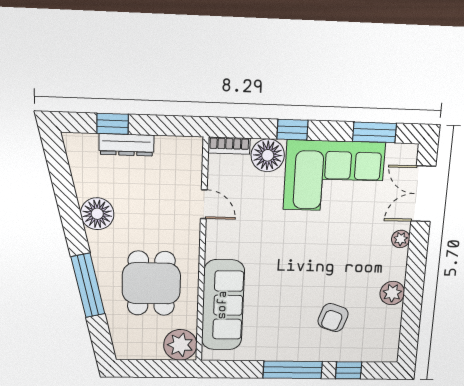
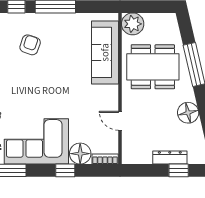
dining table: (151, 283) -> (153, 67), width x1.37

